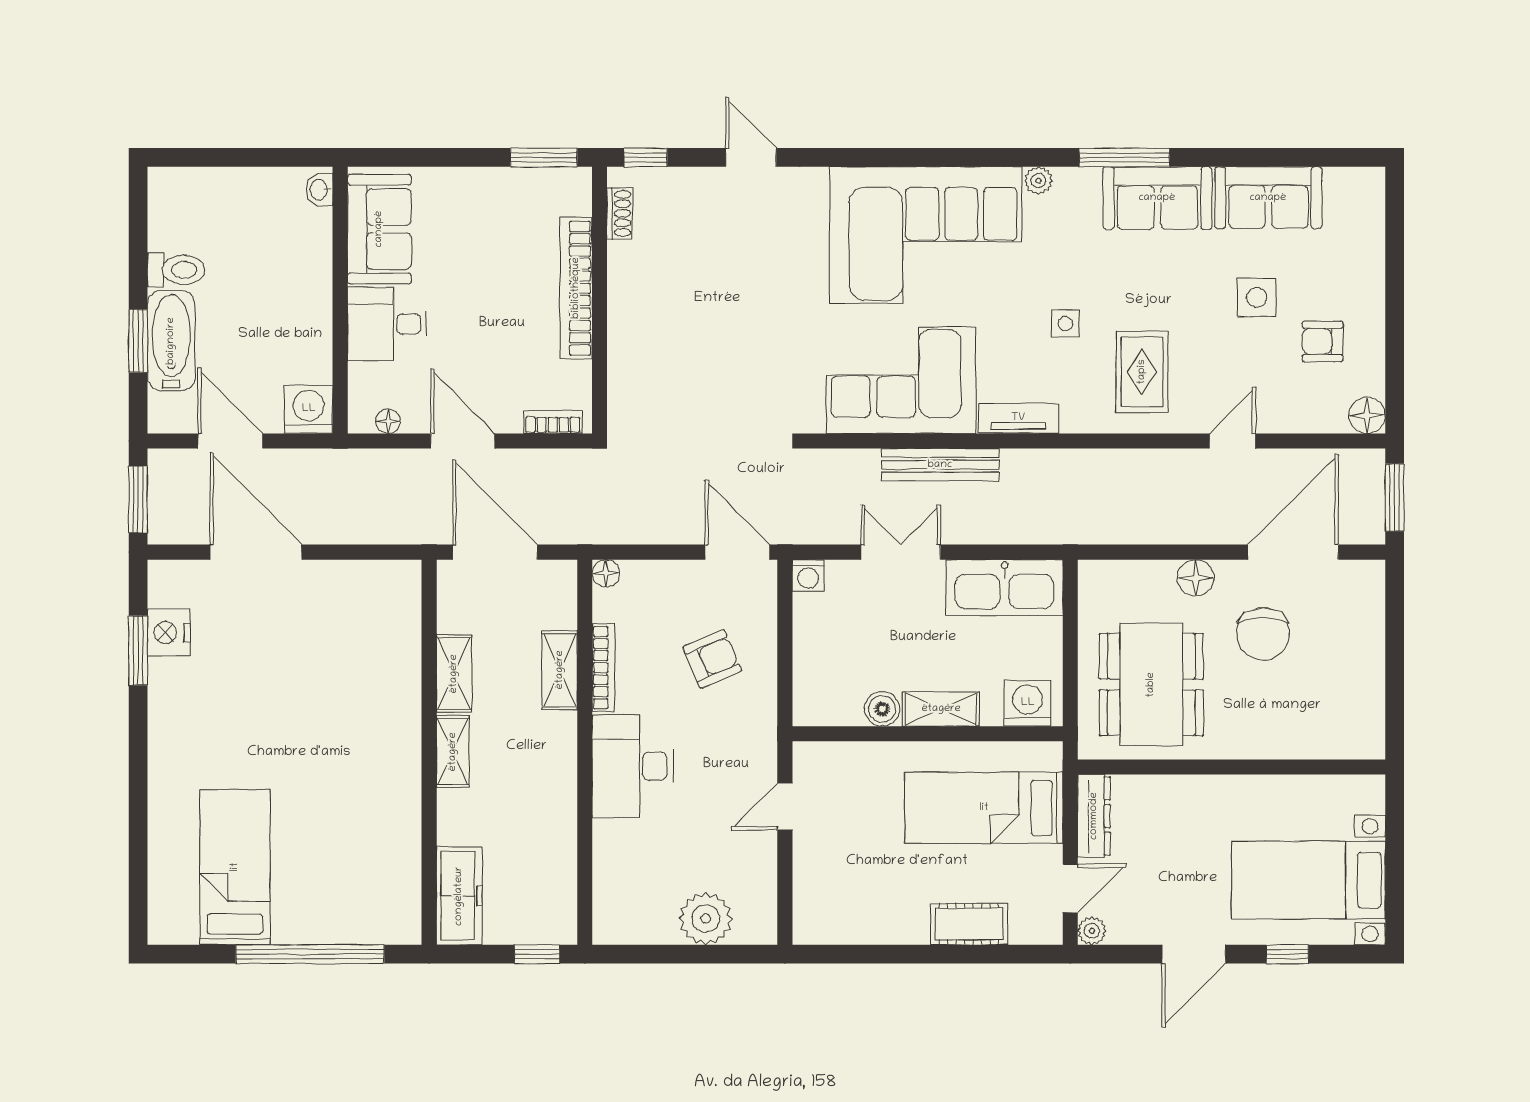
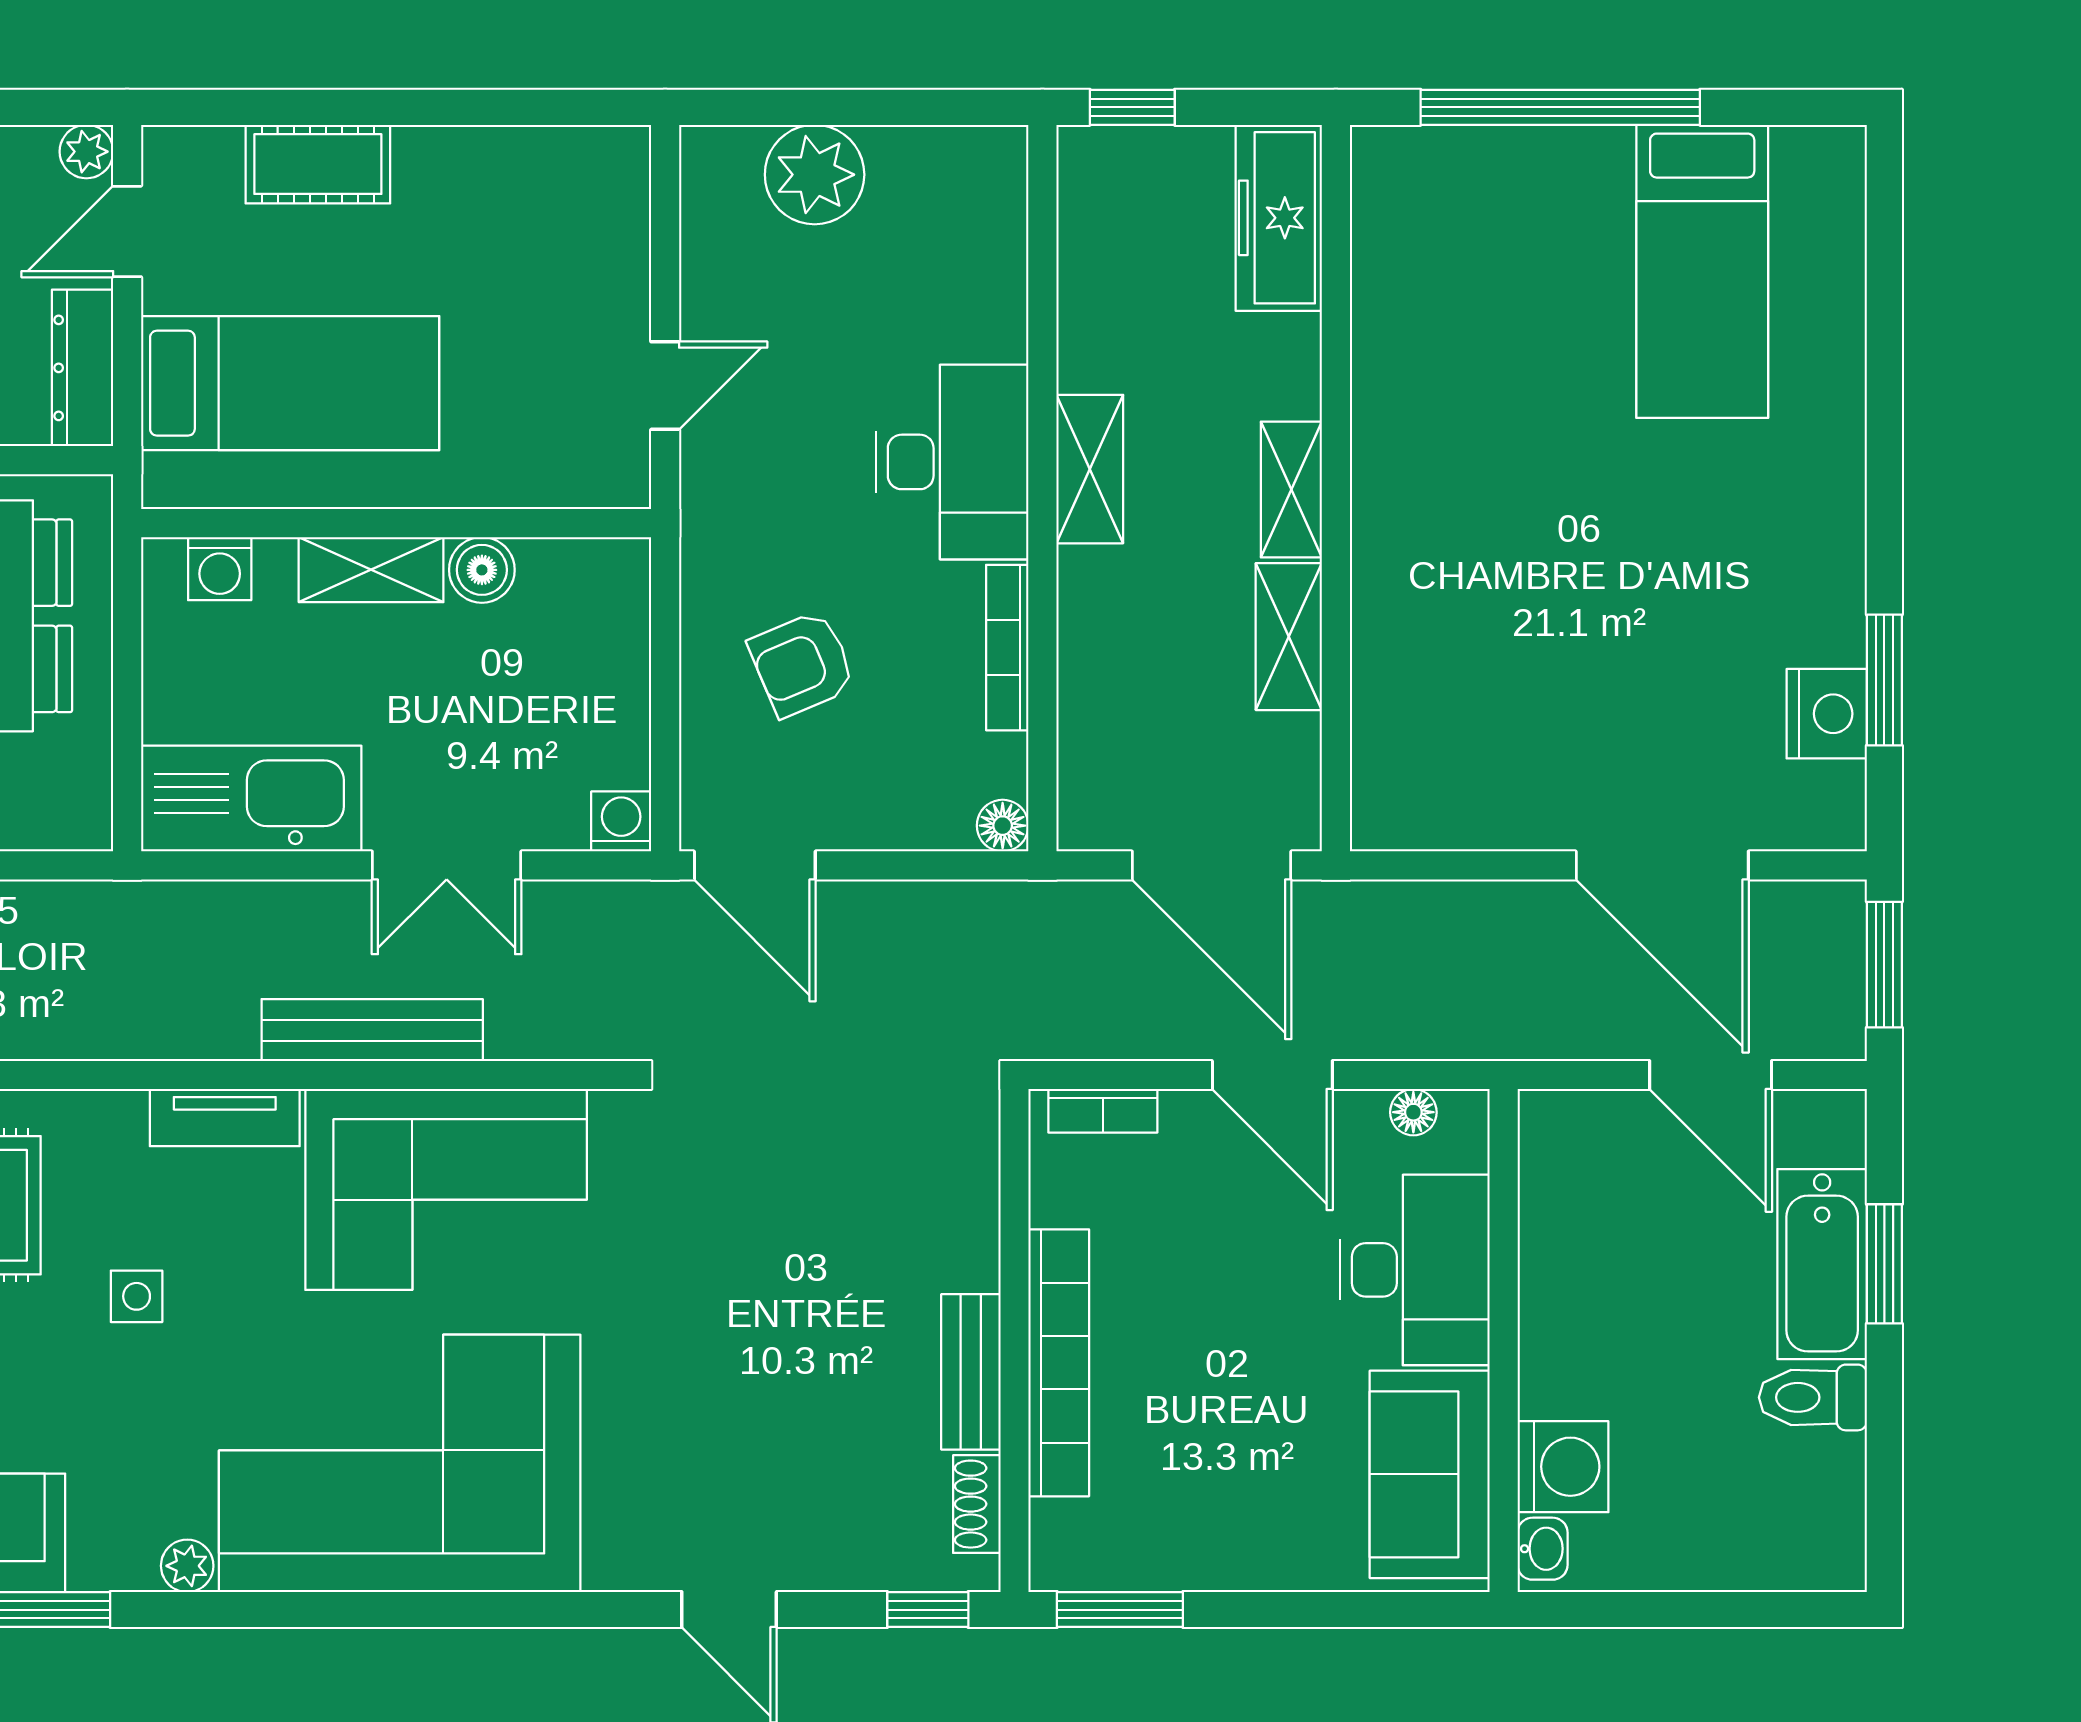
bench: (623, 283) -> (971, 1372), added
desk: (387, 324) -> (1415, 1270), width x1.37
washing machine: (309, 409) -> (1563, 1467), moved, turned -90
shelving: (560, 670) -> (1090, 469), moved
washing machine: (1028, 703) -> (220, 569), width x0.73, depth x0.73

